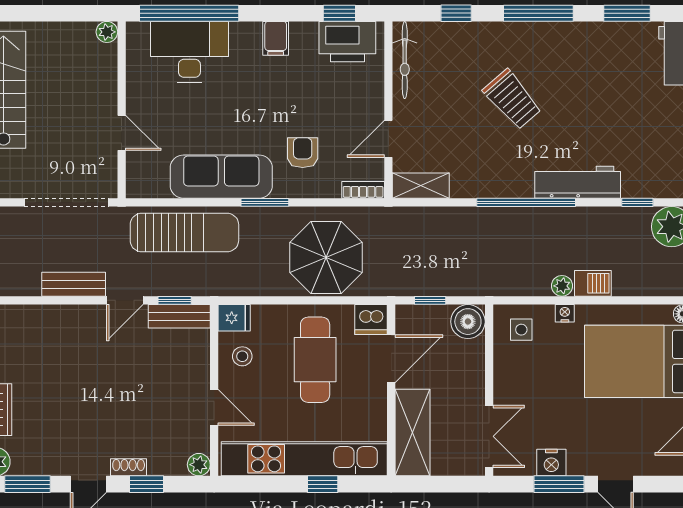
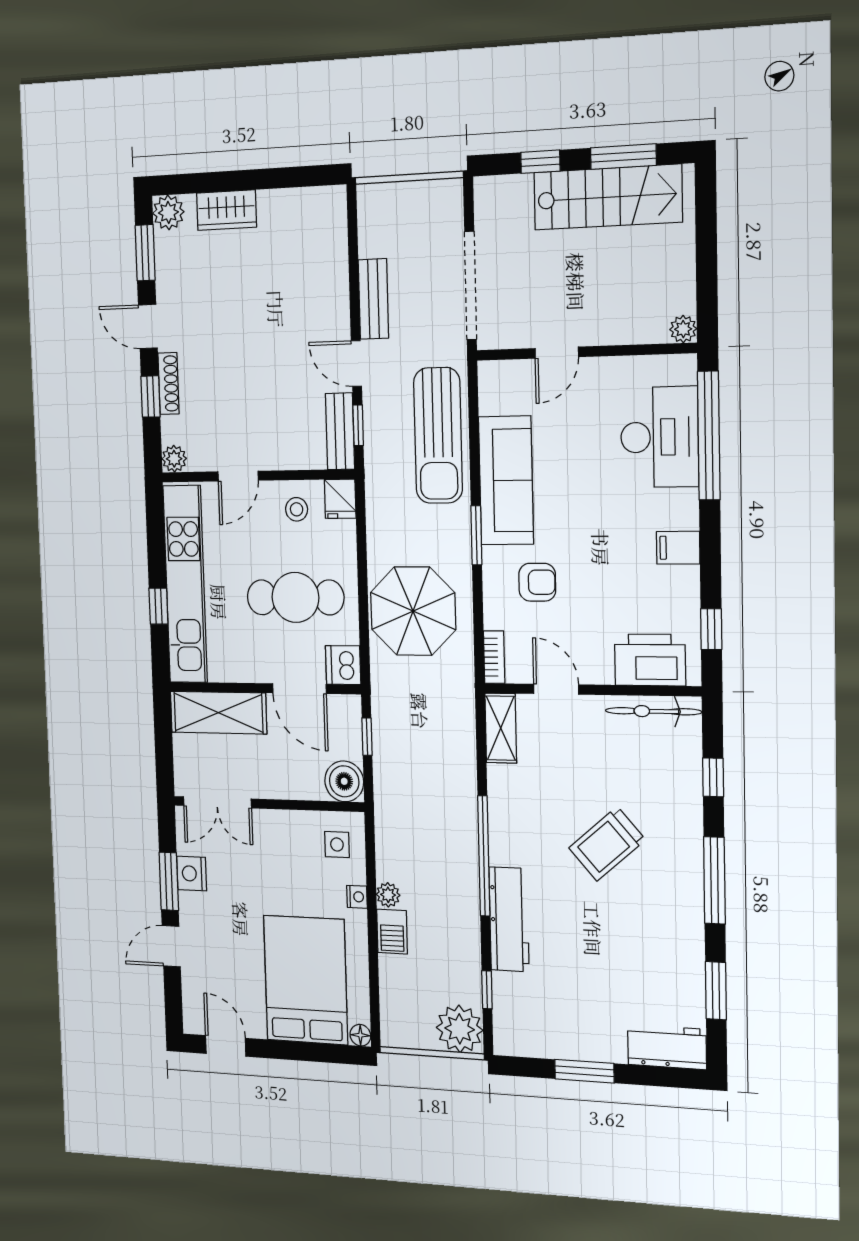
printer: (347, 42) -> (650, 660), moved, turned 90
shoe rack: (129, 467) -> (168, 384), width x1.43

